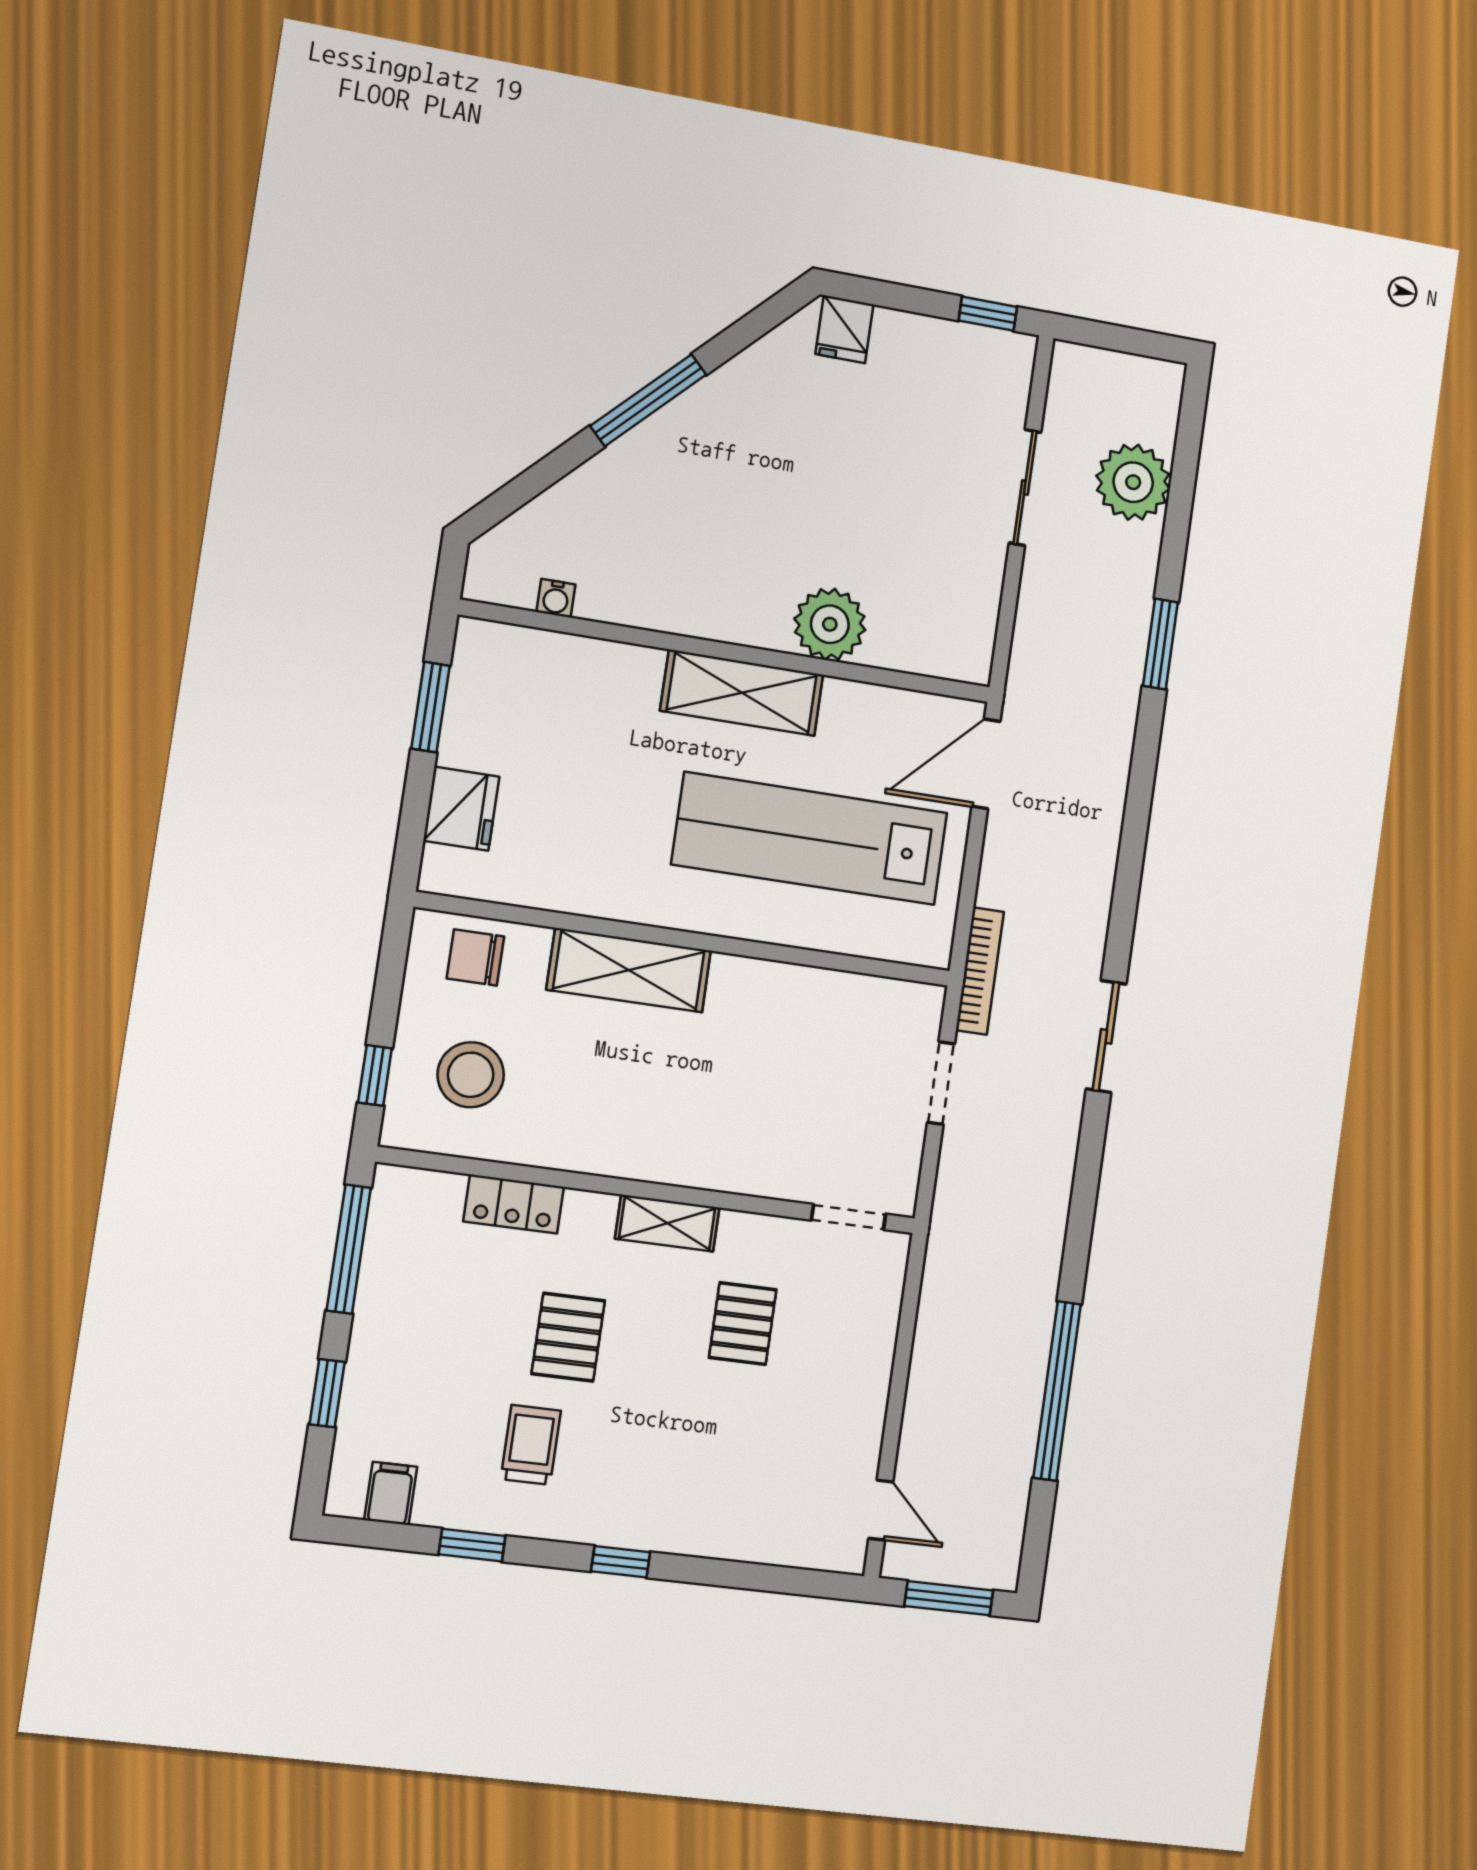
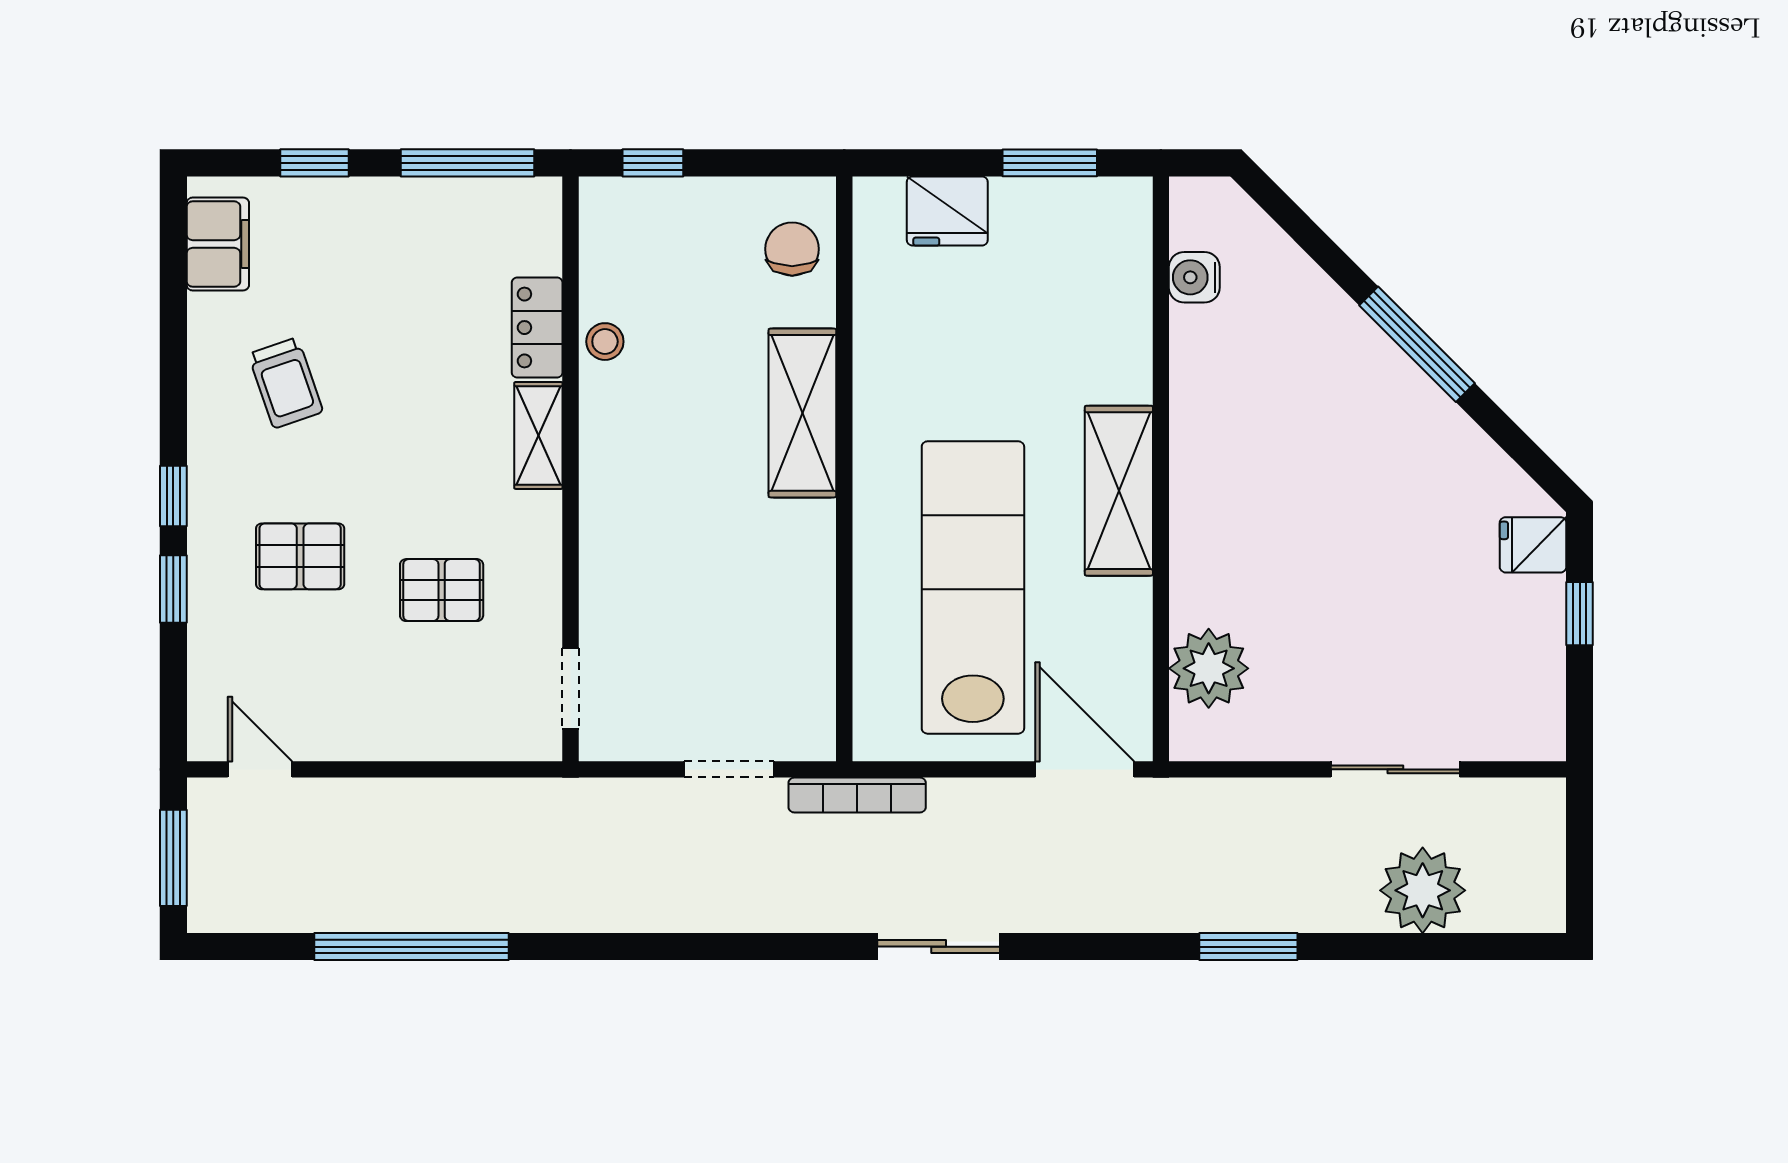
window: (988, 314) -> (1580, 614), moved
water cooler: (556, 598) -> (1194, 277), width x1.38, depth x1.38
plant: (830, 624) -> (1209, 668), moved
sliding door: (1106, 1036) -> (939, 947), moved
stool: (471, 1075) -> (605, 342), moved, width x0.53, depth x0.53
shelving: (667, 1223) -> (538, 435), moved
pallet: (568, 1337) -> (300, 556), moved
trolley: (531, 1445) -> (286, 383), turned 71
filing cabinet: (391, 1493) -> (218, 244), width x2.00
door: (881, 1510) -> (260, 769), swing flipped
window: (472, 1545) -> (173, 589), moved

